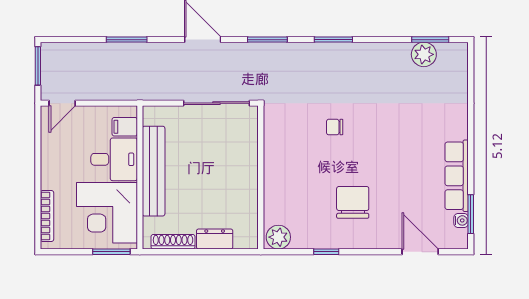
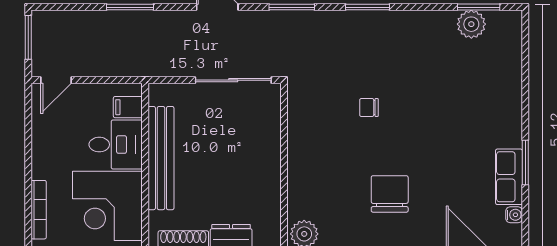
row of seats: (457, 176) -> (509, 177), width x0.68
window: (471, 214) -> (525, 162), moved

